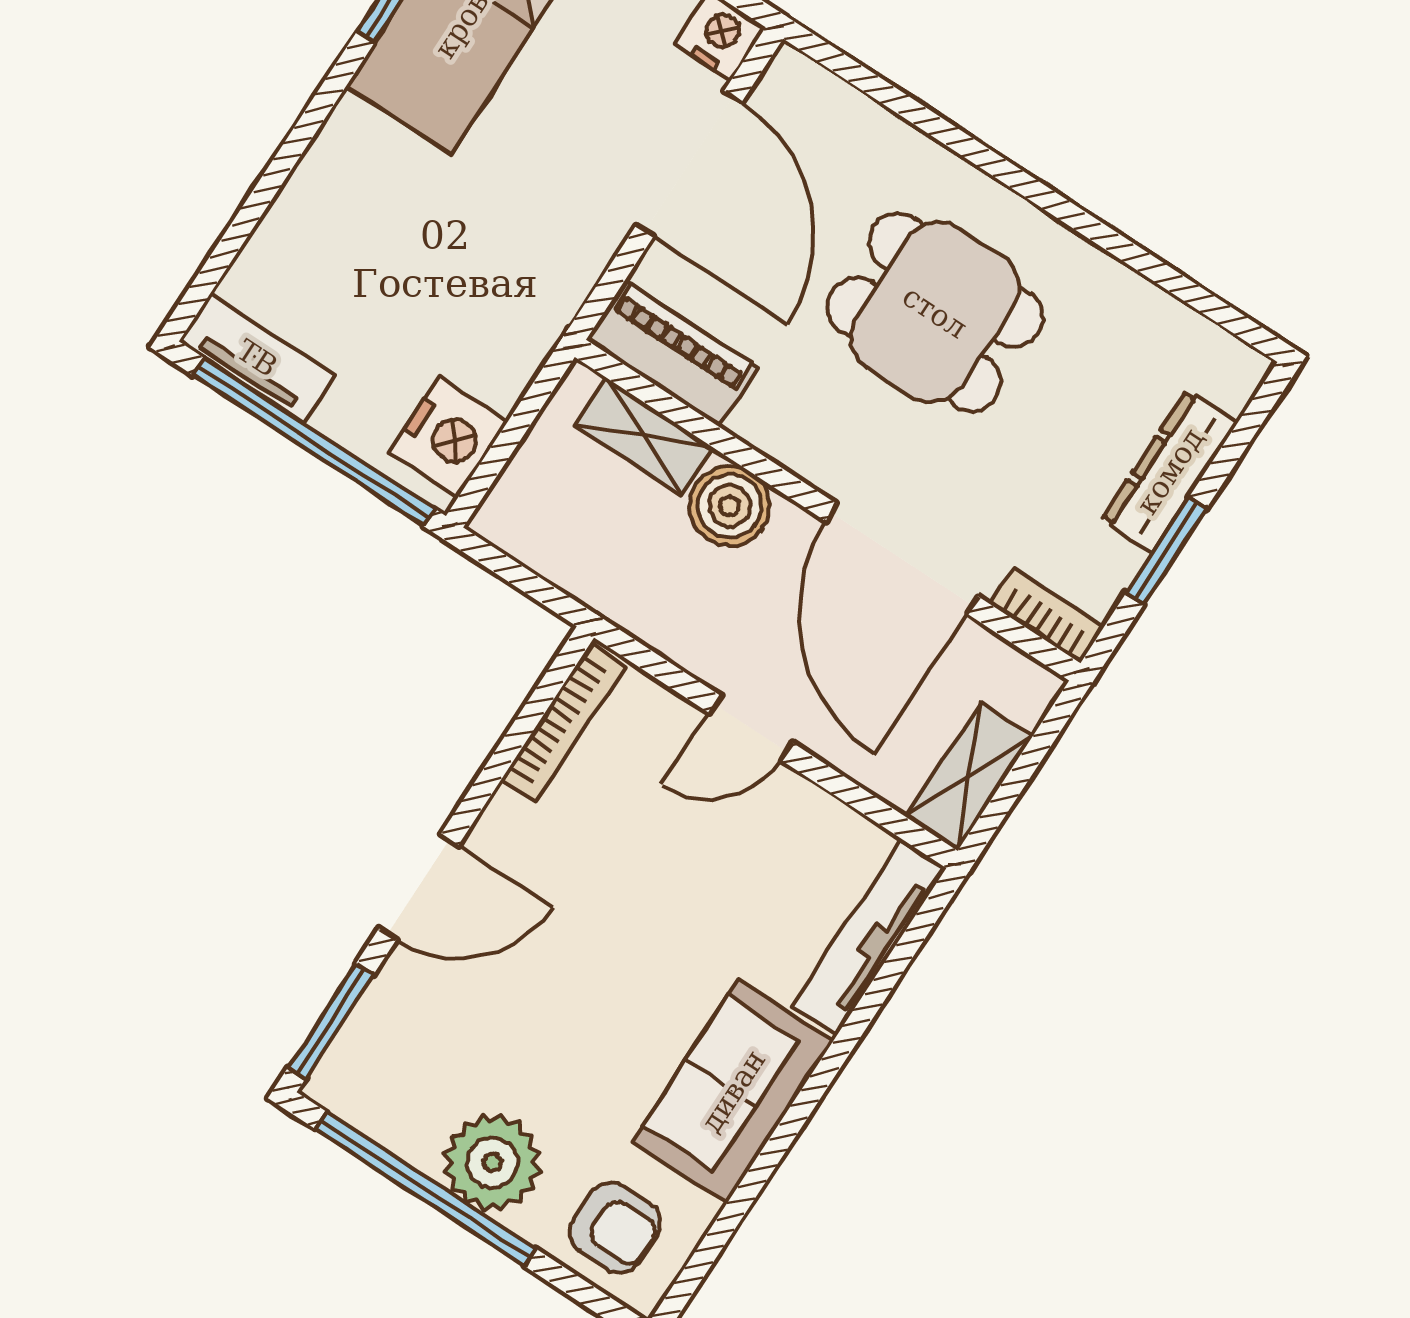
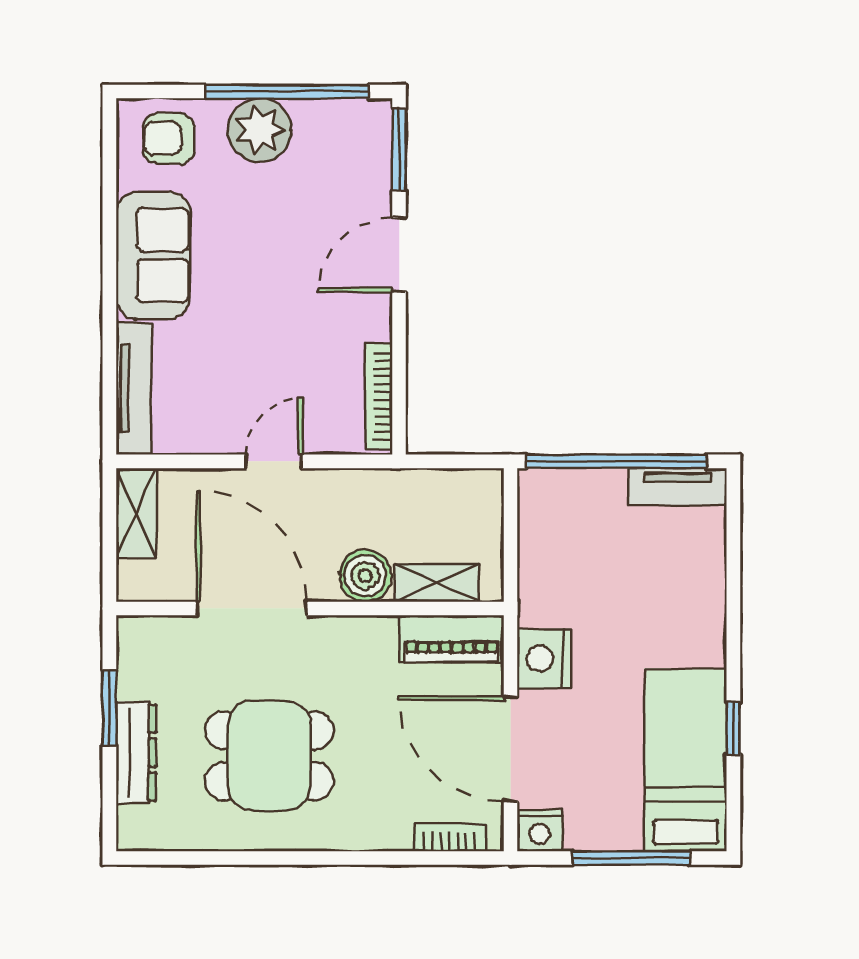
dining table: (935, 312) -> (269, 756), moved
nightstand: (449, 437) -> (544, 659), moved
bookcase: (1047, 616) -> (450, 837), moved, turned 180

